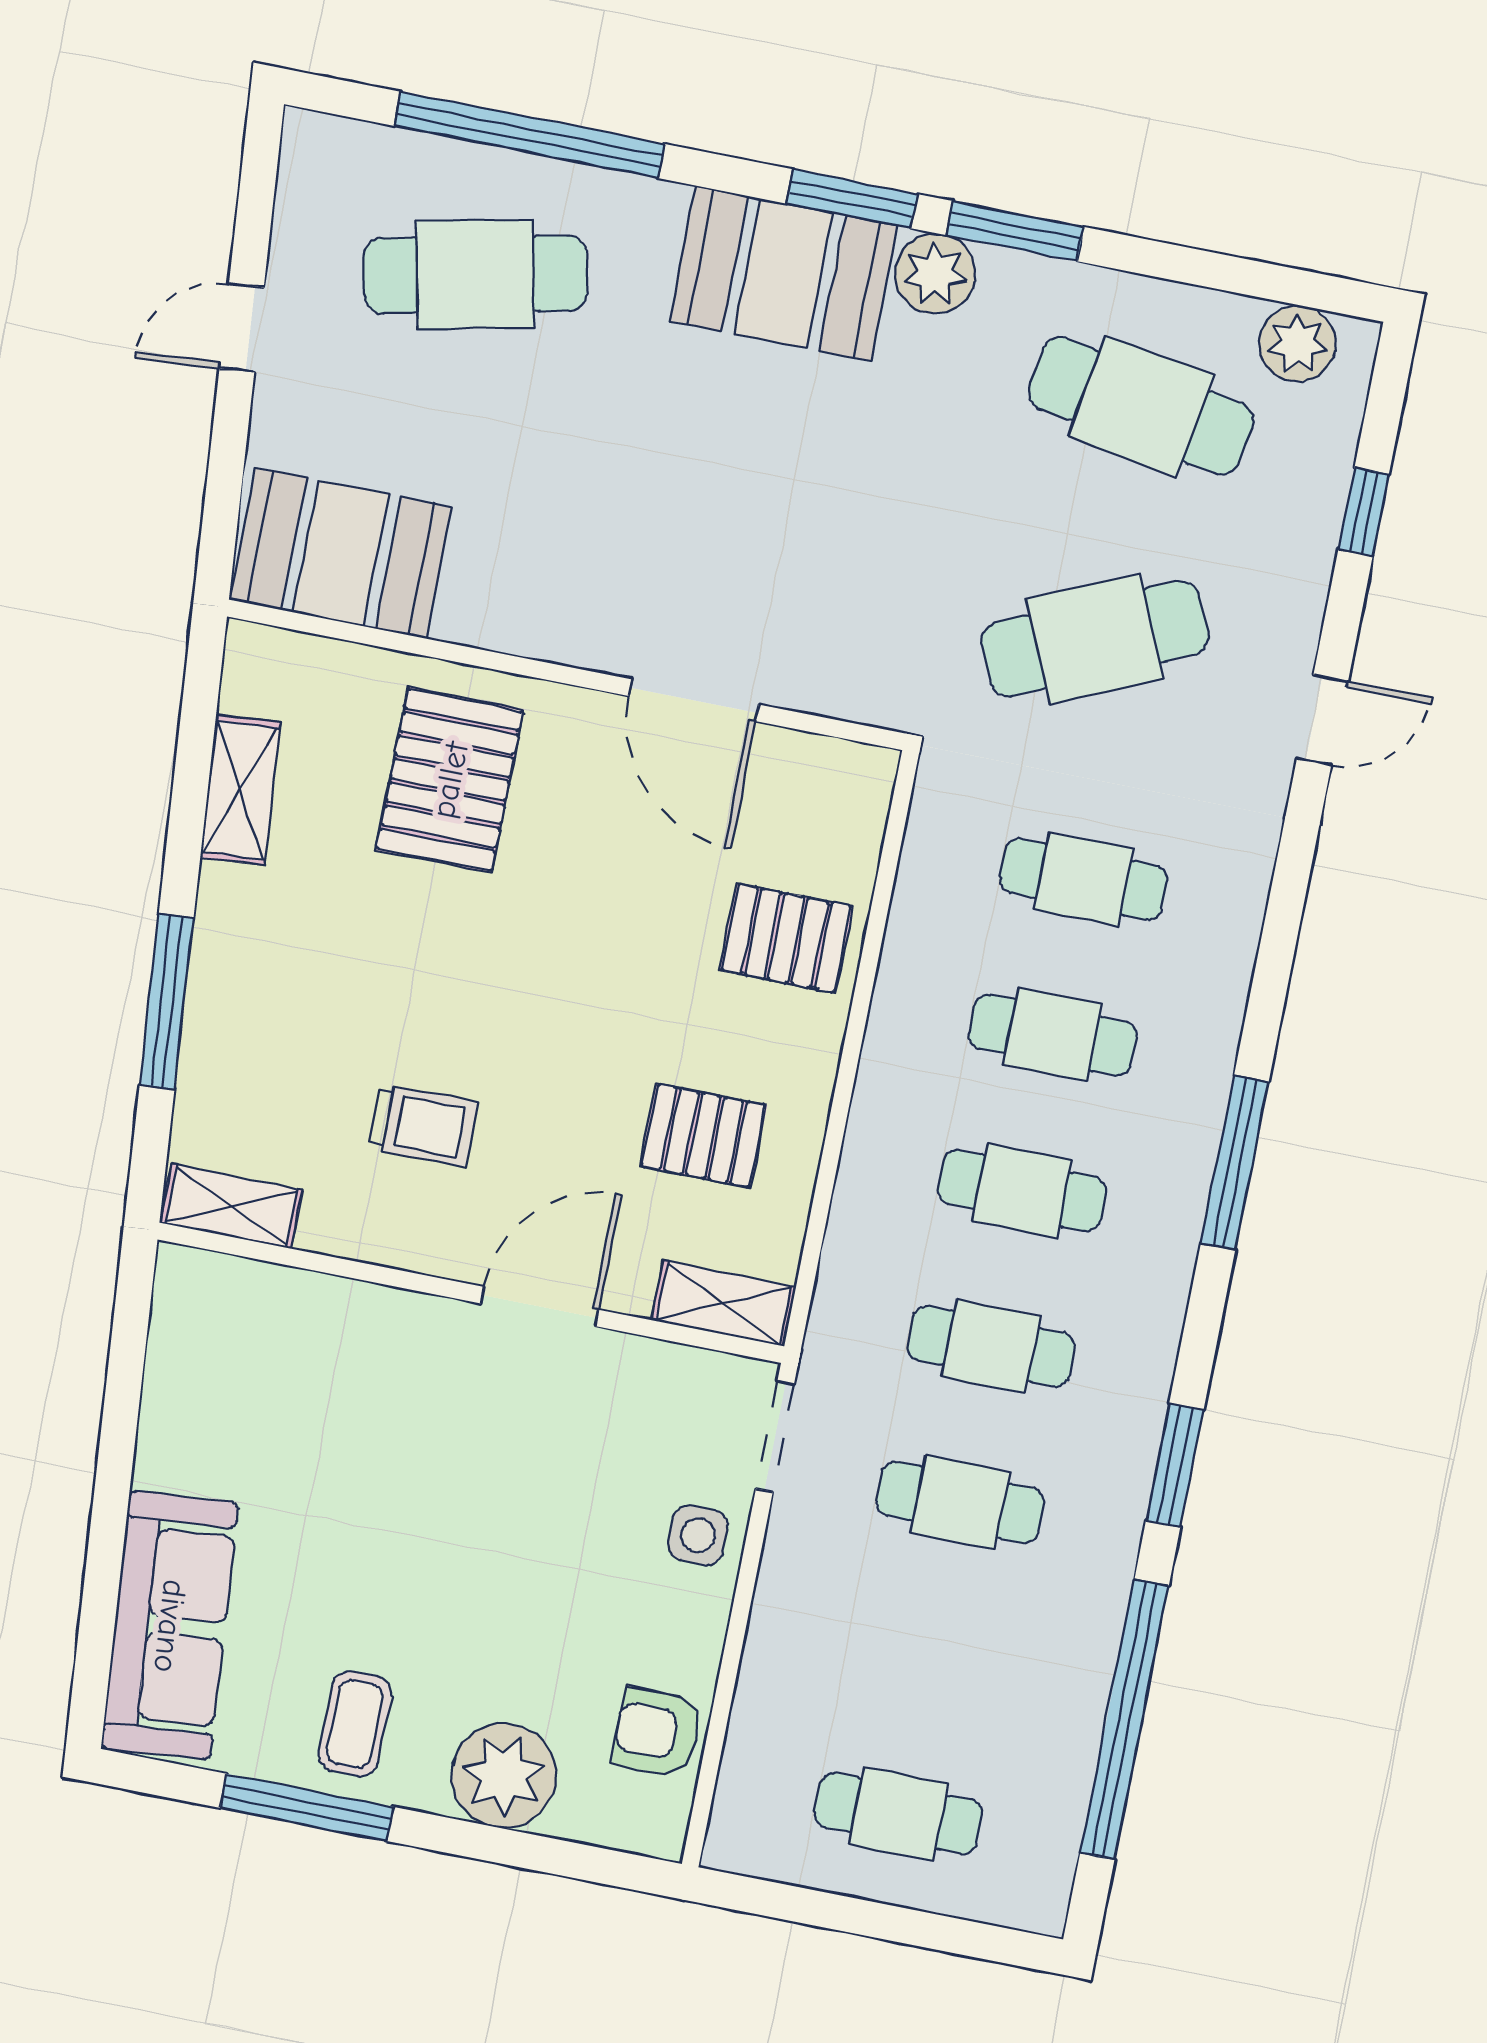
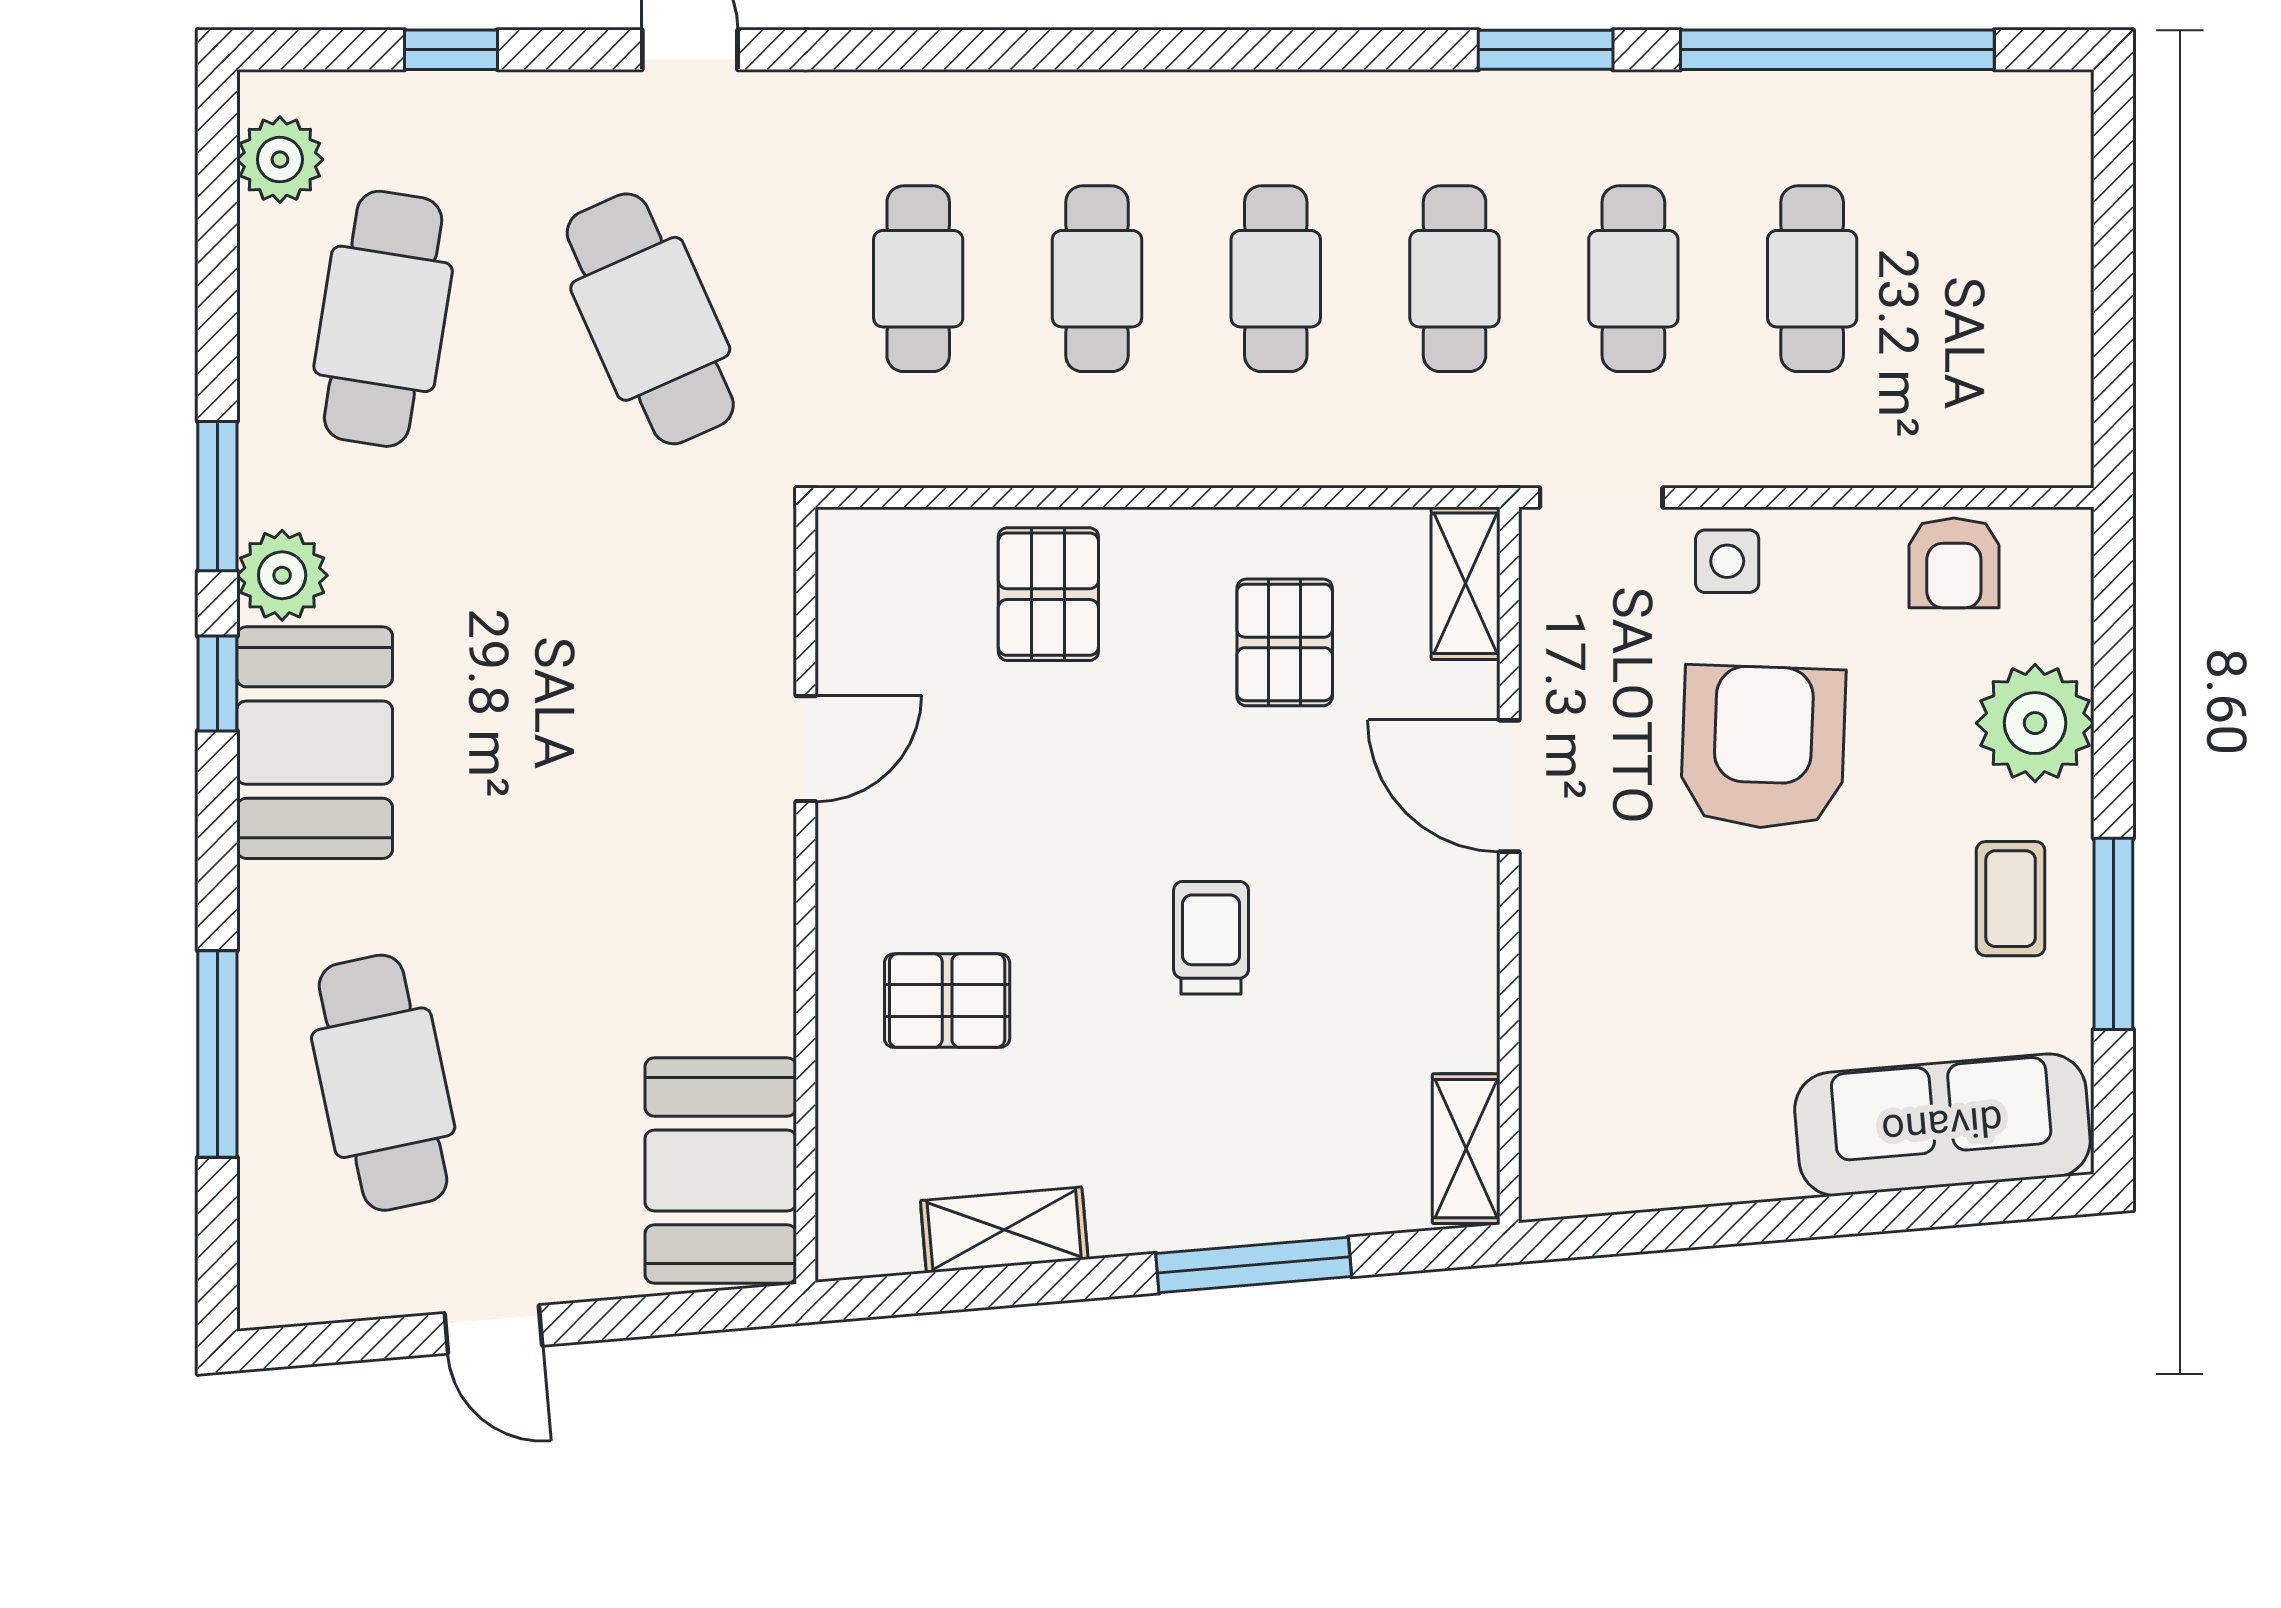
window: (529, 135) -> (217, 1054), width x0.68
window: (852, 199) -> (217, 683), width x0.67
door: (694, 700) -> (806, 749), width x0.73
pallet: (450, 780) -> (947, 1001), width x0.67, depth x0.71
trolley: (423, 1125) -> (1211, 938), moved
window: (1235, 1163) -> (1198, 50), removed
armchair: (530, 1534) -> (1763, 747), added
coffee table: (355, 1724) -> (2011, 899), turned 90
cafe table: (899, 1814) -> (1812, 279), moved

